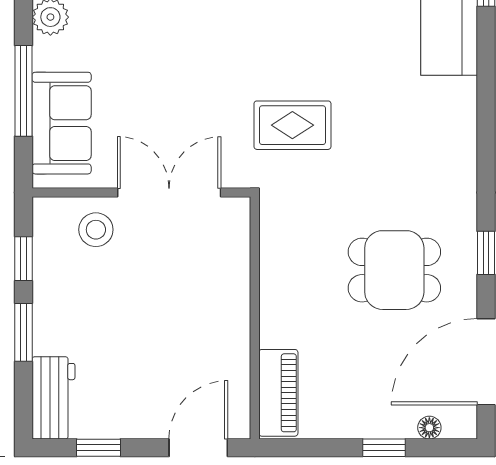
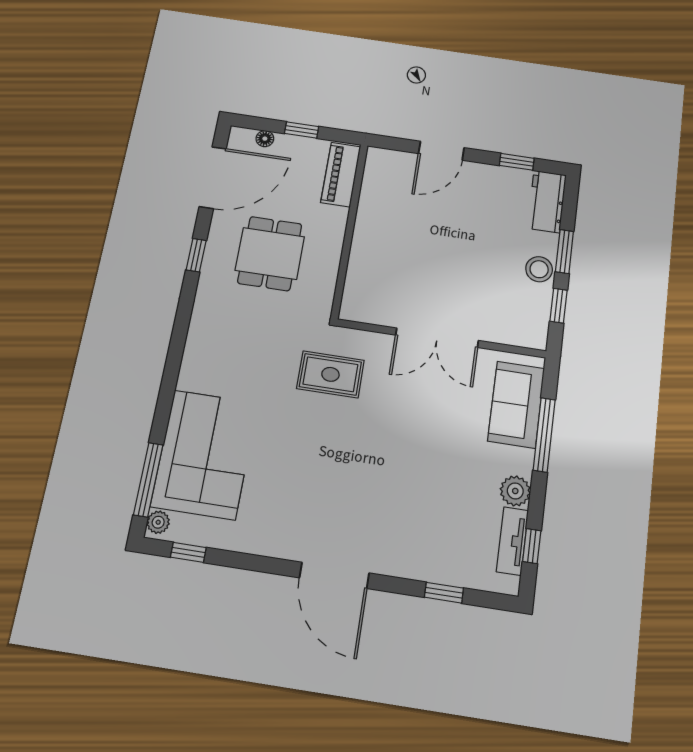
stool: (96, 230) -> (539, 269), moved
dining table: (394, 270) -> (270, 253), turned 90
wall: (255, 318) -> (350, 230), moved
piano: (278, 393) -> (341, 175), moved

